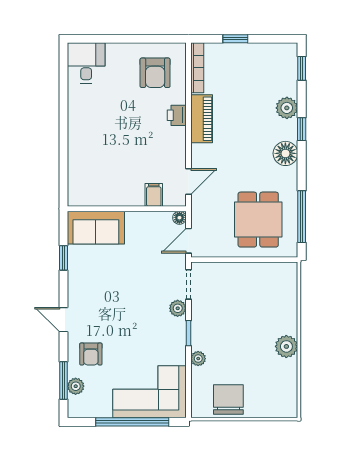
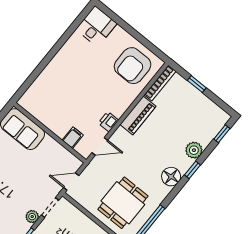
armchair: (155, 73) -> (133, 66), width x1.36, depth x1.36
printer: (177, 115) -> (108, 122), moved
floor lamp: (179, 218) -> (77, 164), removed

